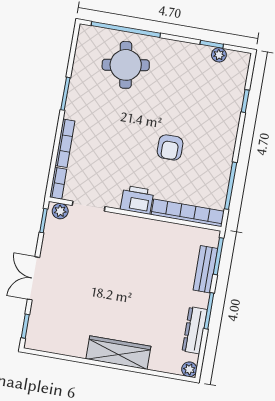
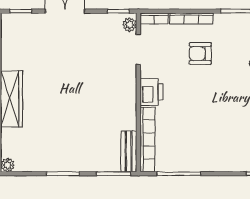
armchair: (170, 147) -> (200, 54), moved
bench: (205, 269) -> (129, 151), moved, turned 90
dresser: (195, 330) -> (43, 164), removed

